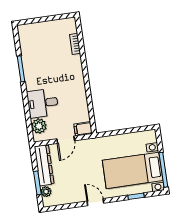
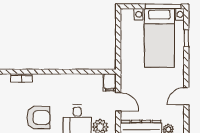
armchair: (39, 65) -> (38, 117), added
door: (95, 202) -> (186, 96), moved

